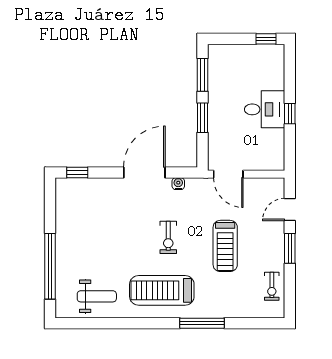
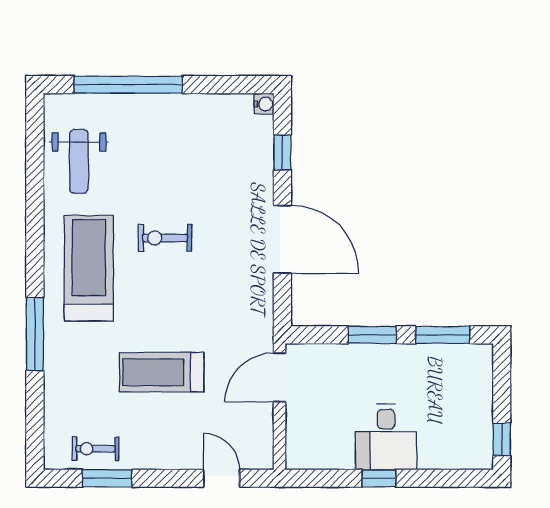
window: (77, 172) -> (282, 153), moved
water cooler: (178, 184) -> (264, 104), moved
exercise bike: (168, 237) -> (165, 238), moved
window: (290, 248) -> (107, 478), moved

